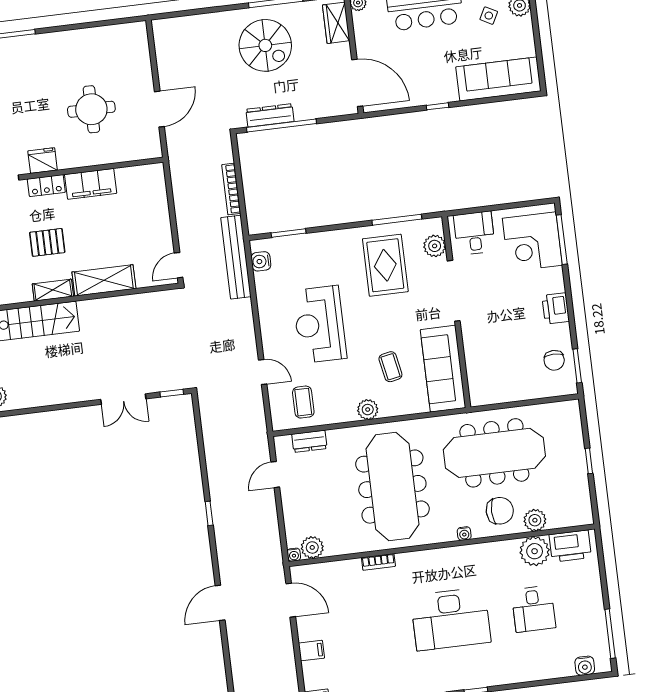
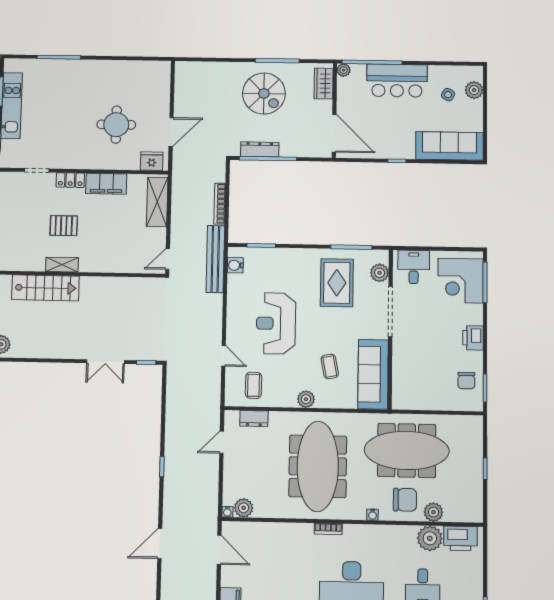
fridge: (43, 161) -> (152, 161), moved
shelving: (104, 280) -> (157, 202), moved, turned 90
bookcase: (378, 562) -> (328, 529), moved

